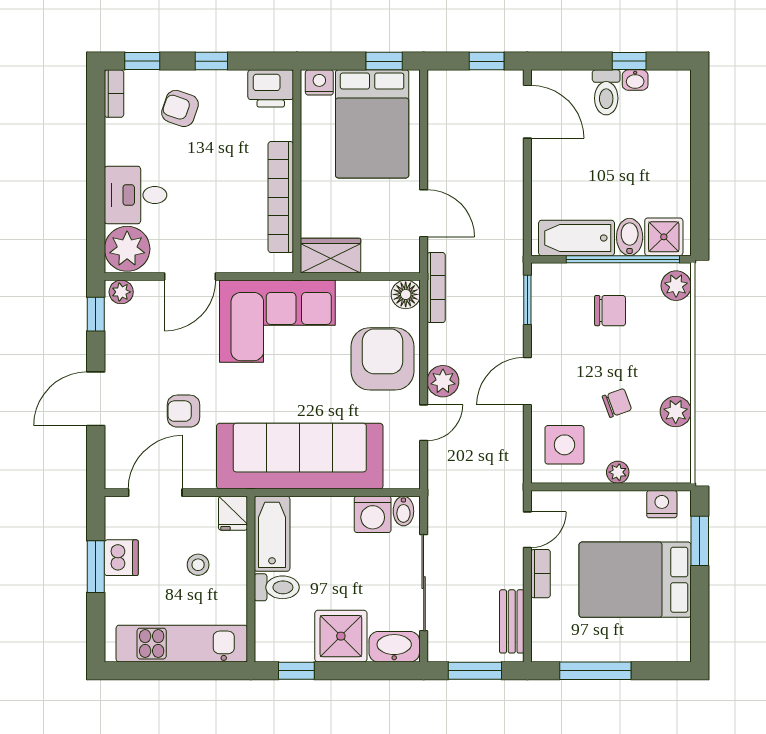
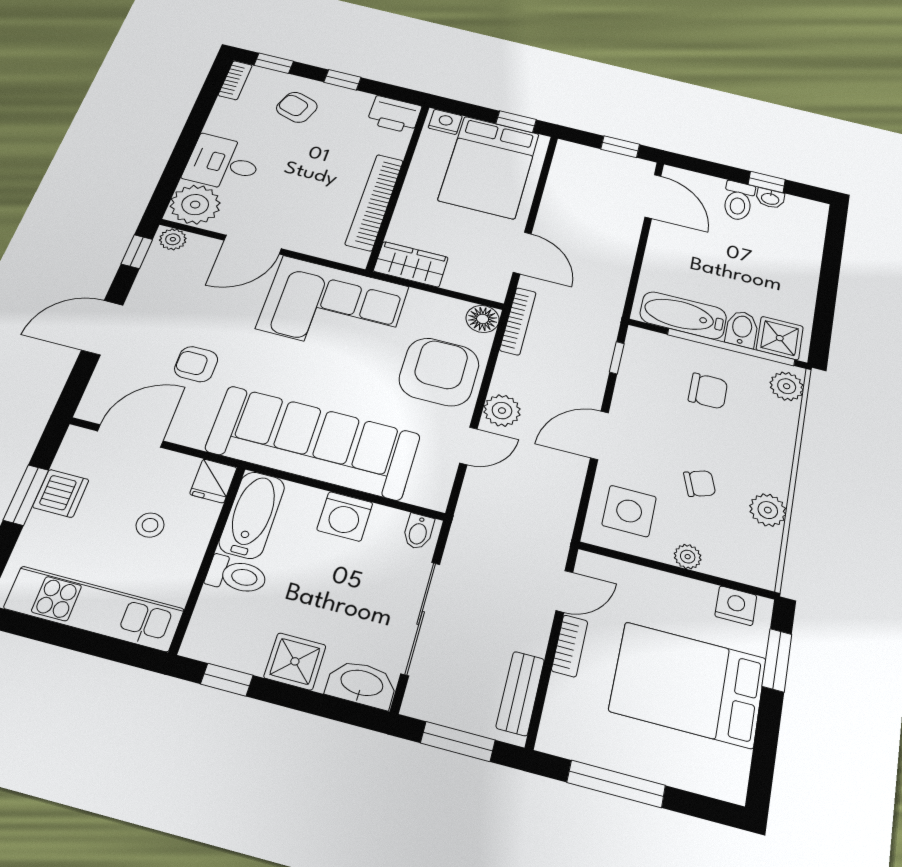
window: (527, 300) -> (617, 358), width x0.67
washing machine: (373, 514) -> (345, 516), moved
shower: (341, 636) -> (295, 661), width x0.73, depth x0.73

